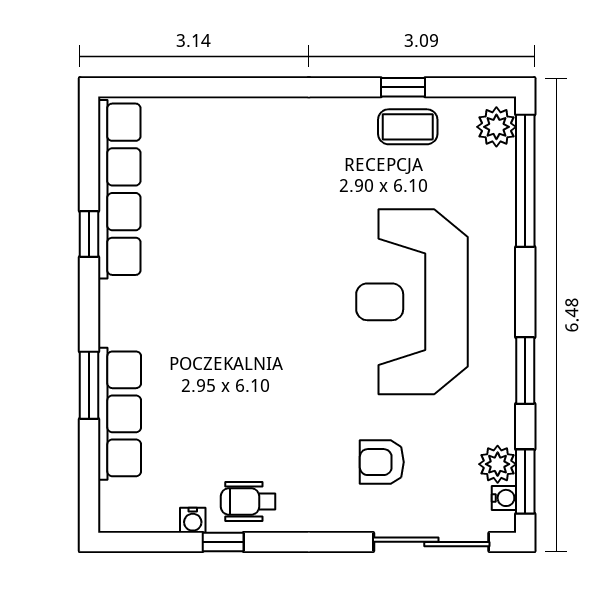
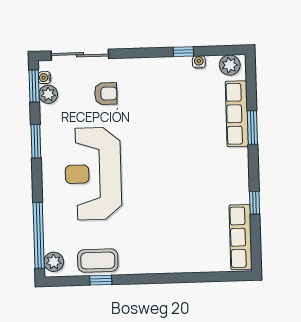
coffee table: (408, 127) -> (98, 261), width x1.36, depth x1.30
row of seats: (119, 189) -> (241, 237), width x0.73
reception desk: (412, 302) -> (93, 174), turned 180
wheelchair: (248, 501) -> (172, 72), removed
plant: (131, 512) -> (230, 65), added

